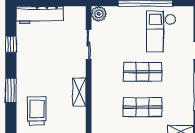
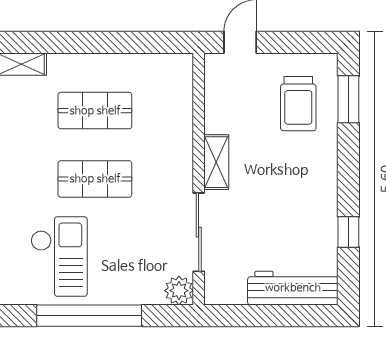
sliding door: (89, 44) -> (199, 232), width x1.37
window: (11, 90) -> (348, 99), moved
shelving: (79, 92) -> (216, 162), moved

